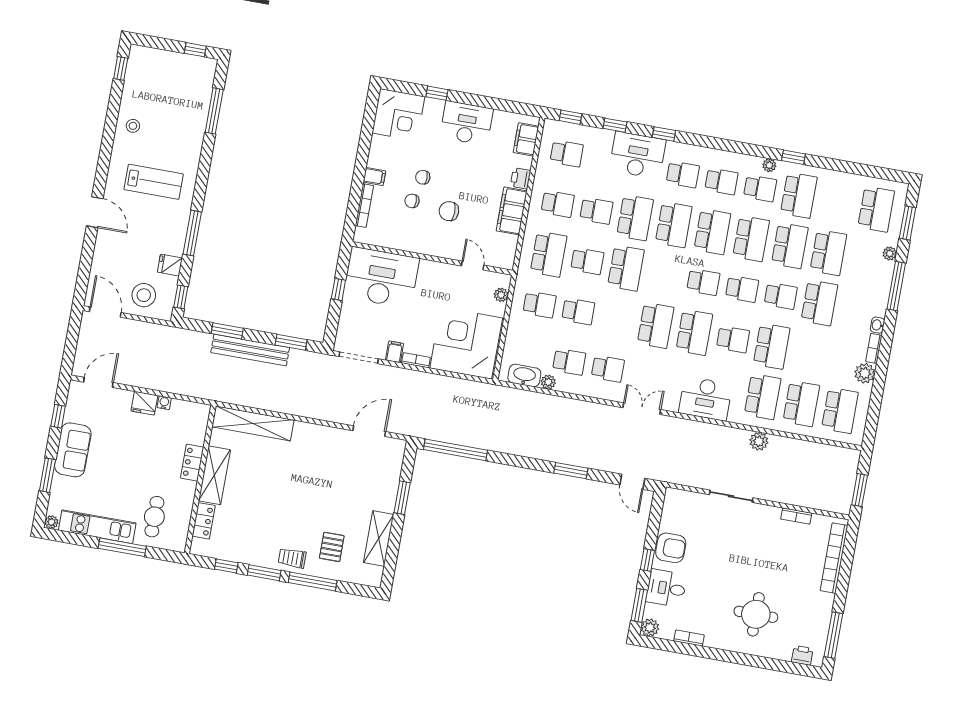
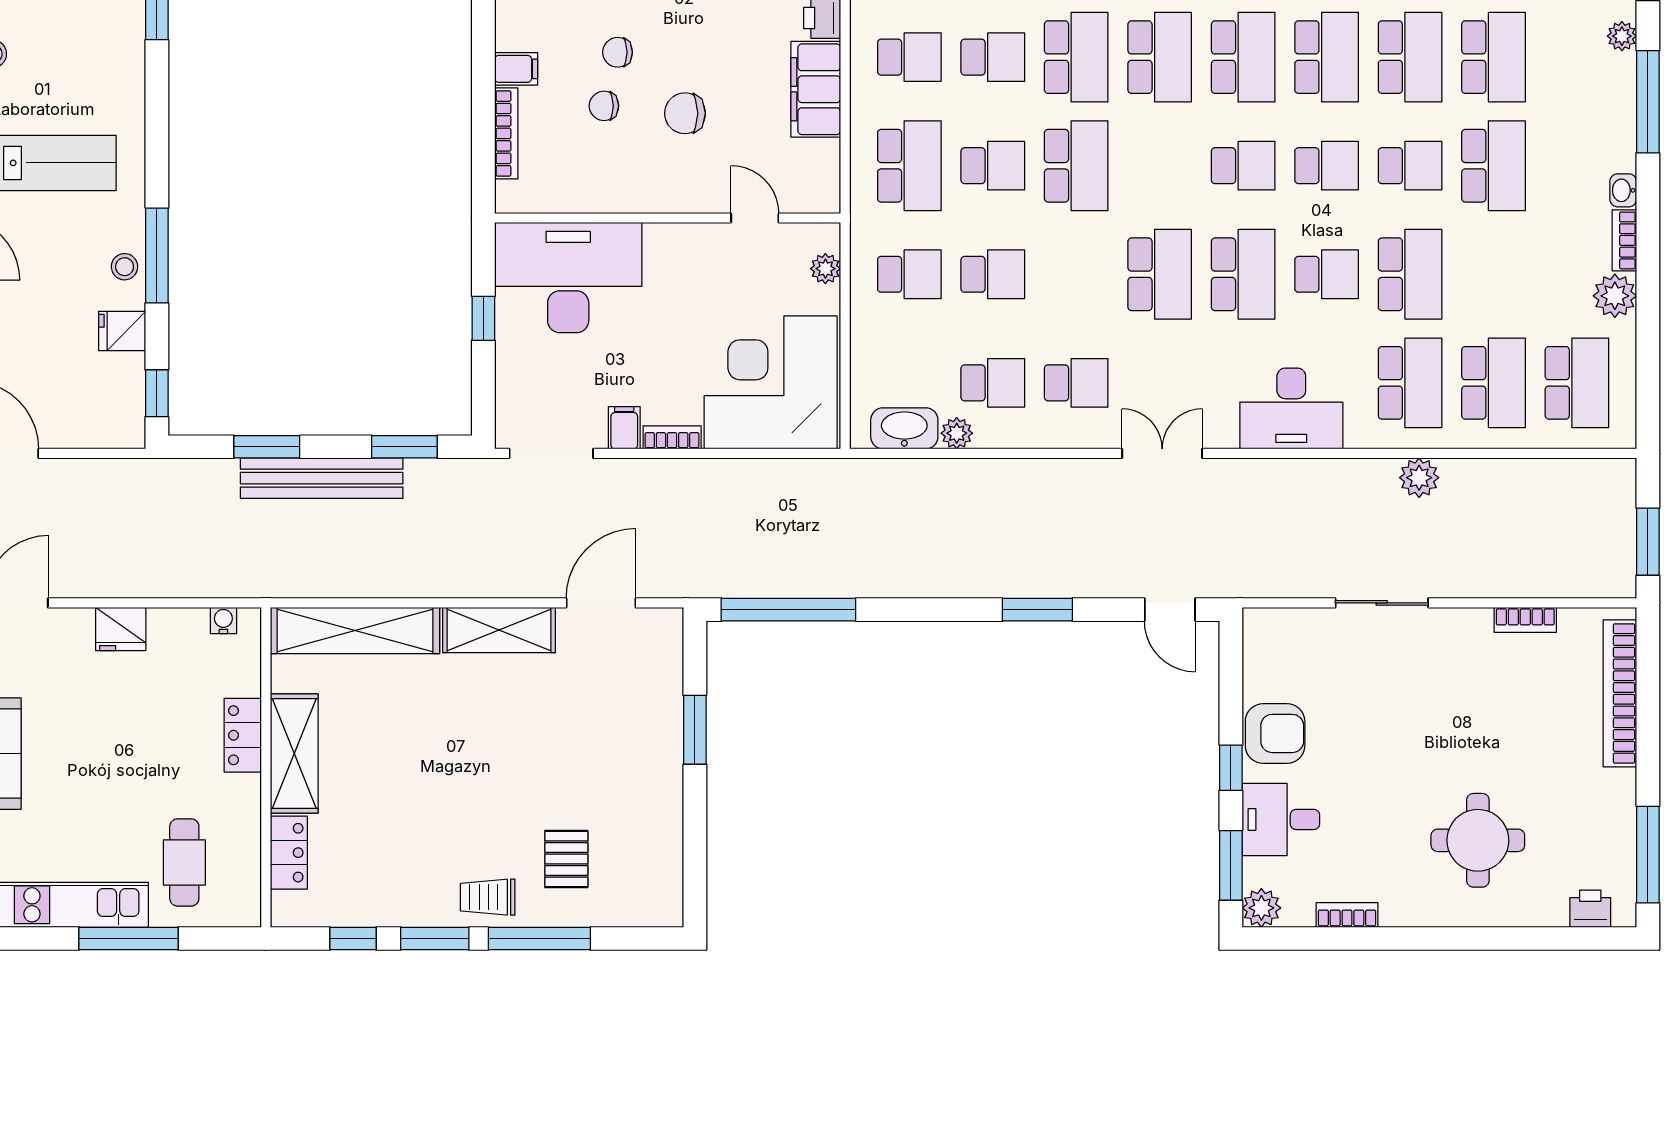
stool: (144, 295) -> (125, 267), moved, width x0.53, depth x0.53
water cooler: (164, 403) -> (223, 621), moved
shelving: (379, 538) -> (499, 630), moved, turned 90

